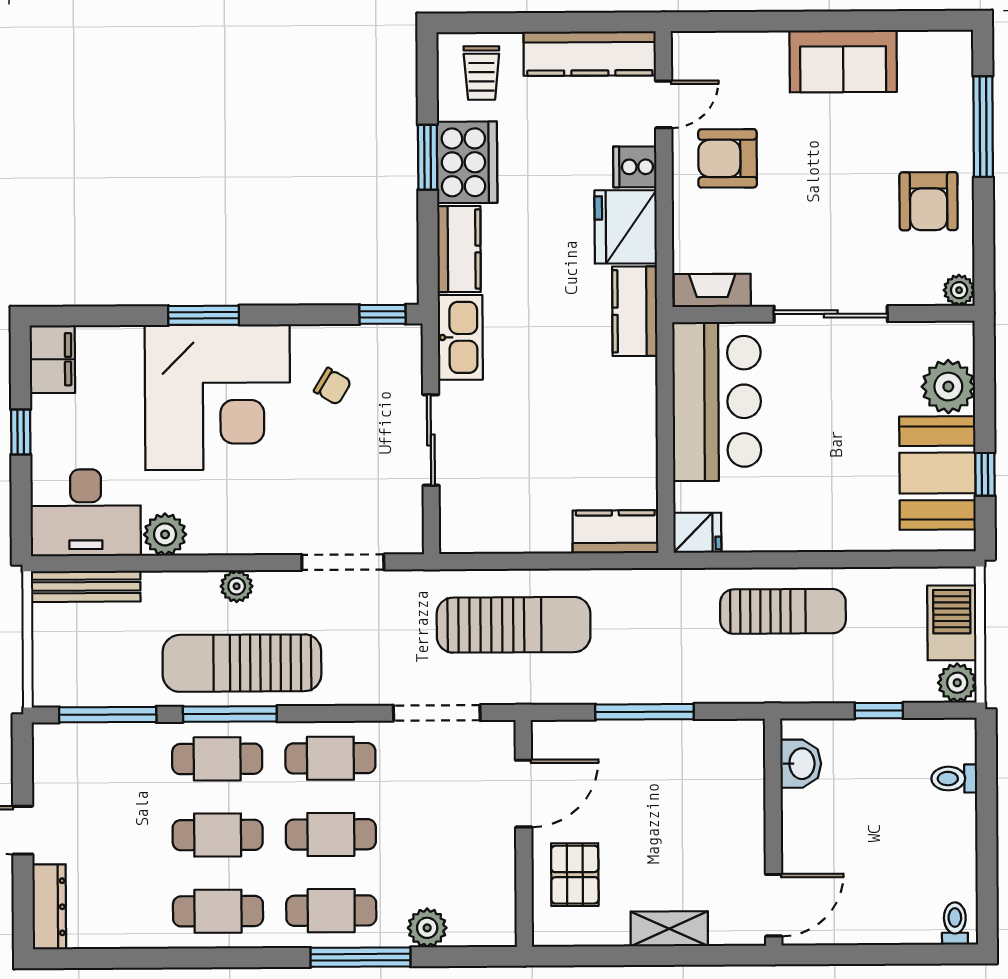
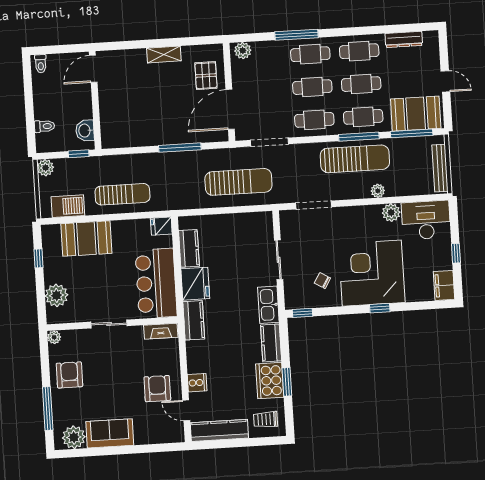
plant: (927, 57) -> (74, 437), added
trolley: (481, 73) -> (266, 419), turned -90
door: (664, 104) -> (186, 410), hinge flipped
armchair: (728, 158) -> (157, 389), turned -90
fridge: (626, 227) -> (195, 284), moved
sliding door: (831, 314) -> (109, 324), width x0.73
window: (204, 315) -> (380, 308), width x0.67
booth: (937, 473) -> (86, 239), moved, turned 90
kitchen counter: (615, 532) -> (189, 248), moved, turned -90
bench: (86, 586) -> (440, 168), moved, turned 90
plant: (237, 586) -> (378, 191), moved
sun lounger: (783, 611) -> (122, 194), turned 180
barbecue: (952, 623) -> (68, 206), moved, turned -90
sun lounger: (514, 625) -> (238, 182), turned 180
booth: (96, 760) -> (416, 114), added
washbasin: (801, 764) -> (85, 131), moved
door: (524, 794) -> (230, 109), width x1.36
wall: (773, 832) -> (95, 100), moved
door: (774, 905) -> (93, 69), moved
dresser: (49, 907) -> (404, 39), moved, turned -90
plant: (427, 928) -> (243, 51), moved

